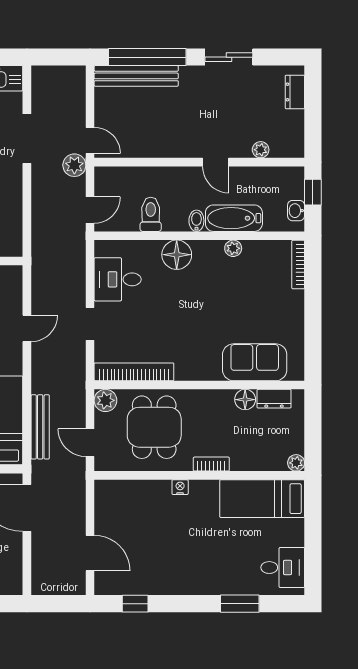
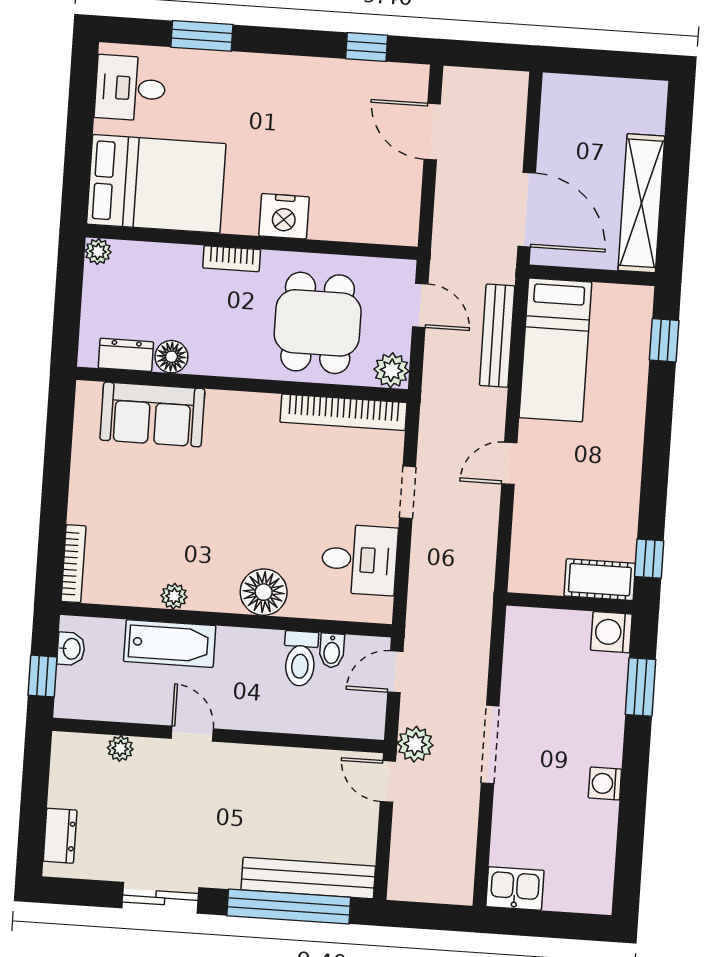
doorway: (27, 139) -> (490, 744), moved
bidet: (196, 221) -> (332, 651), moved
door: (27, 328) -> (509, 463), moved
nightstand: (180, 487) -> (284, 216), width x1.89, depth x1.79
bed: (262, 499) -> (156, 184), width x1.50

